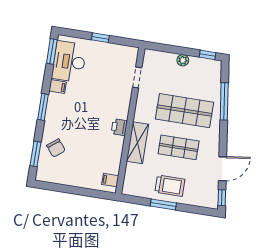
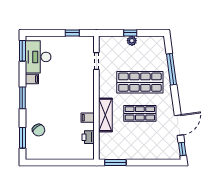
window: (100, 38) -> (72, 33), moved
window: (208, 55) -> (130, 33), moved
printer: (119, 127) -> (88, 137), moved
filing cabinet: (110, 180) -> (88, 118), moved
trolley: (170, 186) -> (138, 146), removed
window: (163, 204) -> (115, 162), moved

